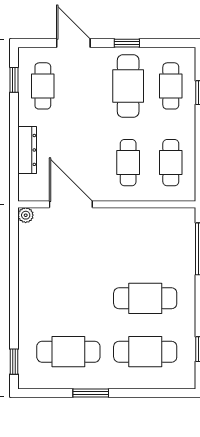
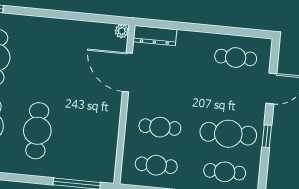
window: (14, 80) -> (244, 32), removed
dresser: (27, 150) -> (155, 36), moved
door: (71, 204) -> (127, 72), swing flipped

